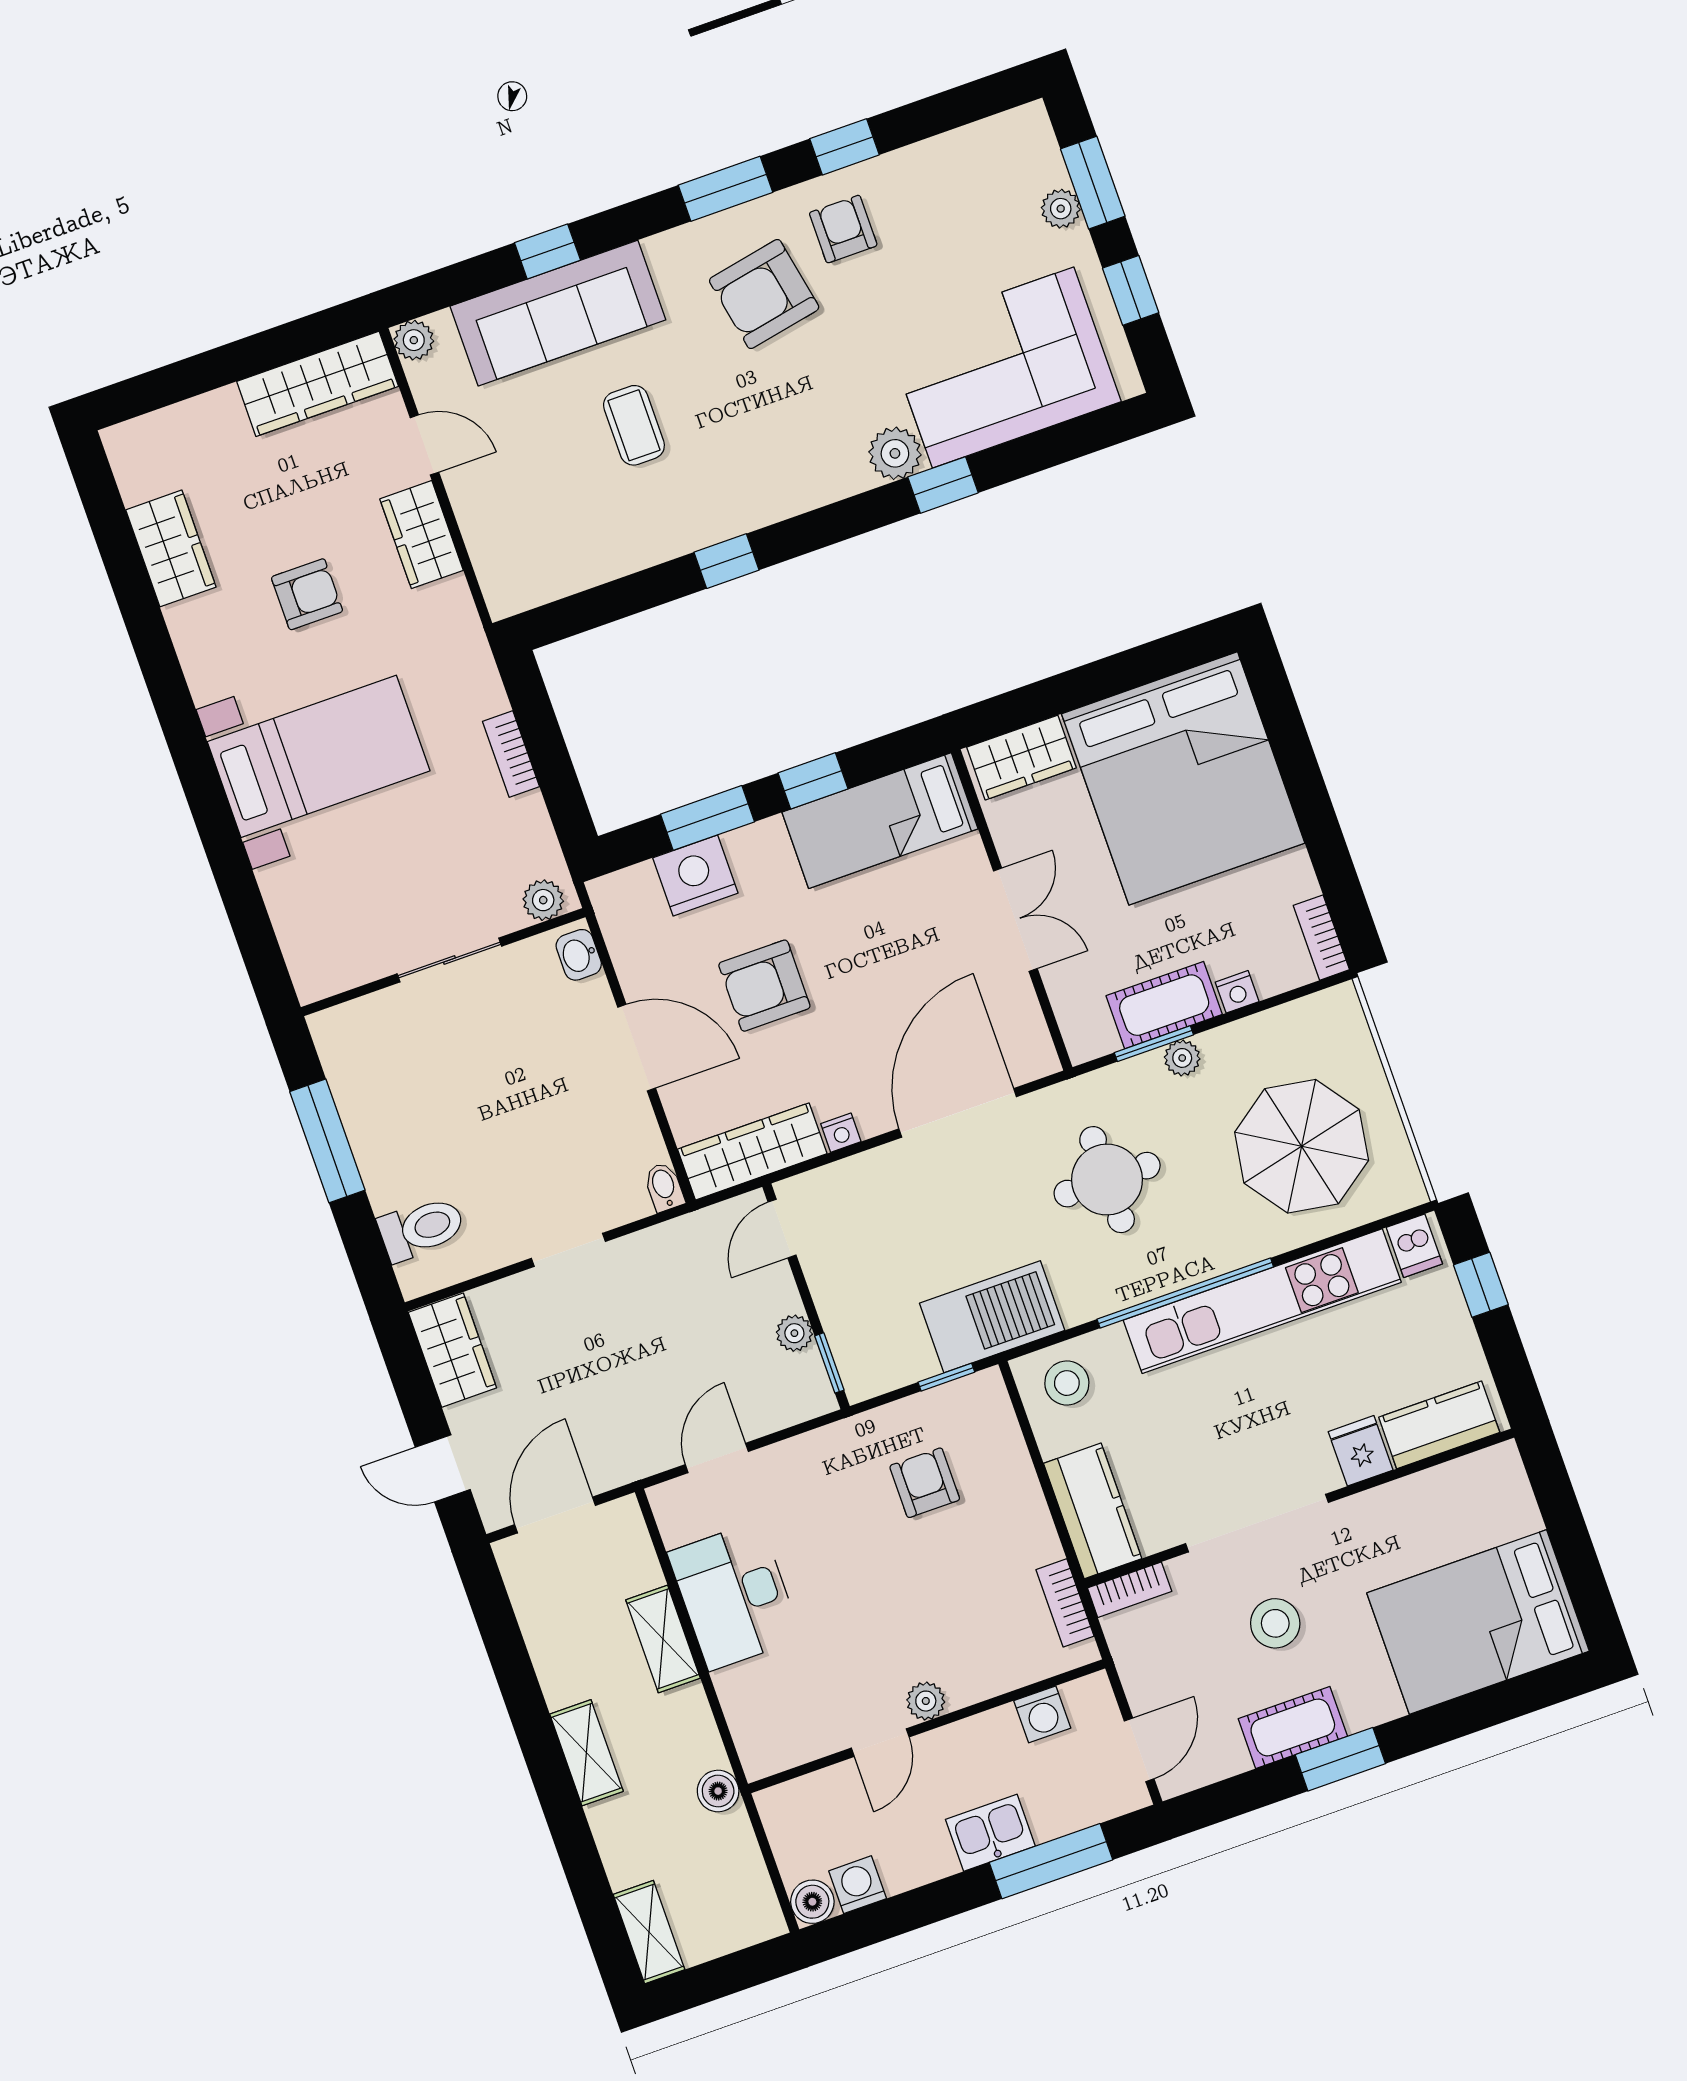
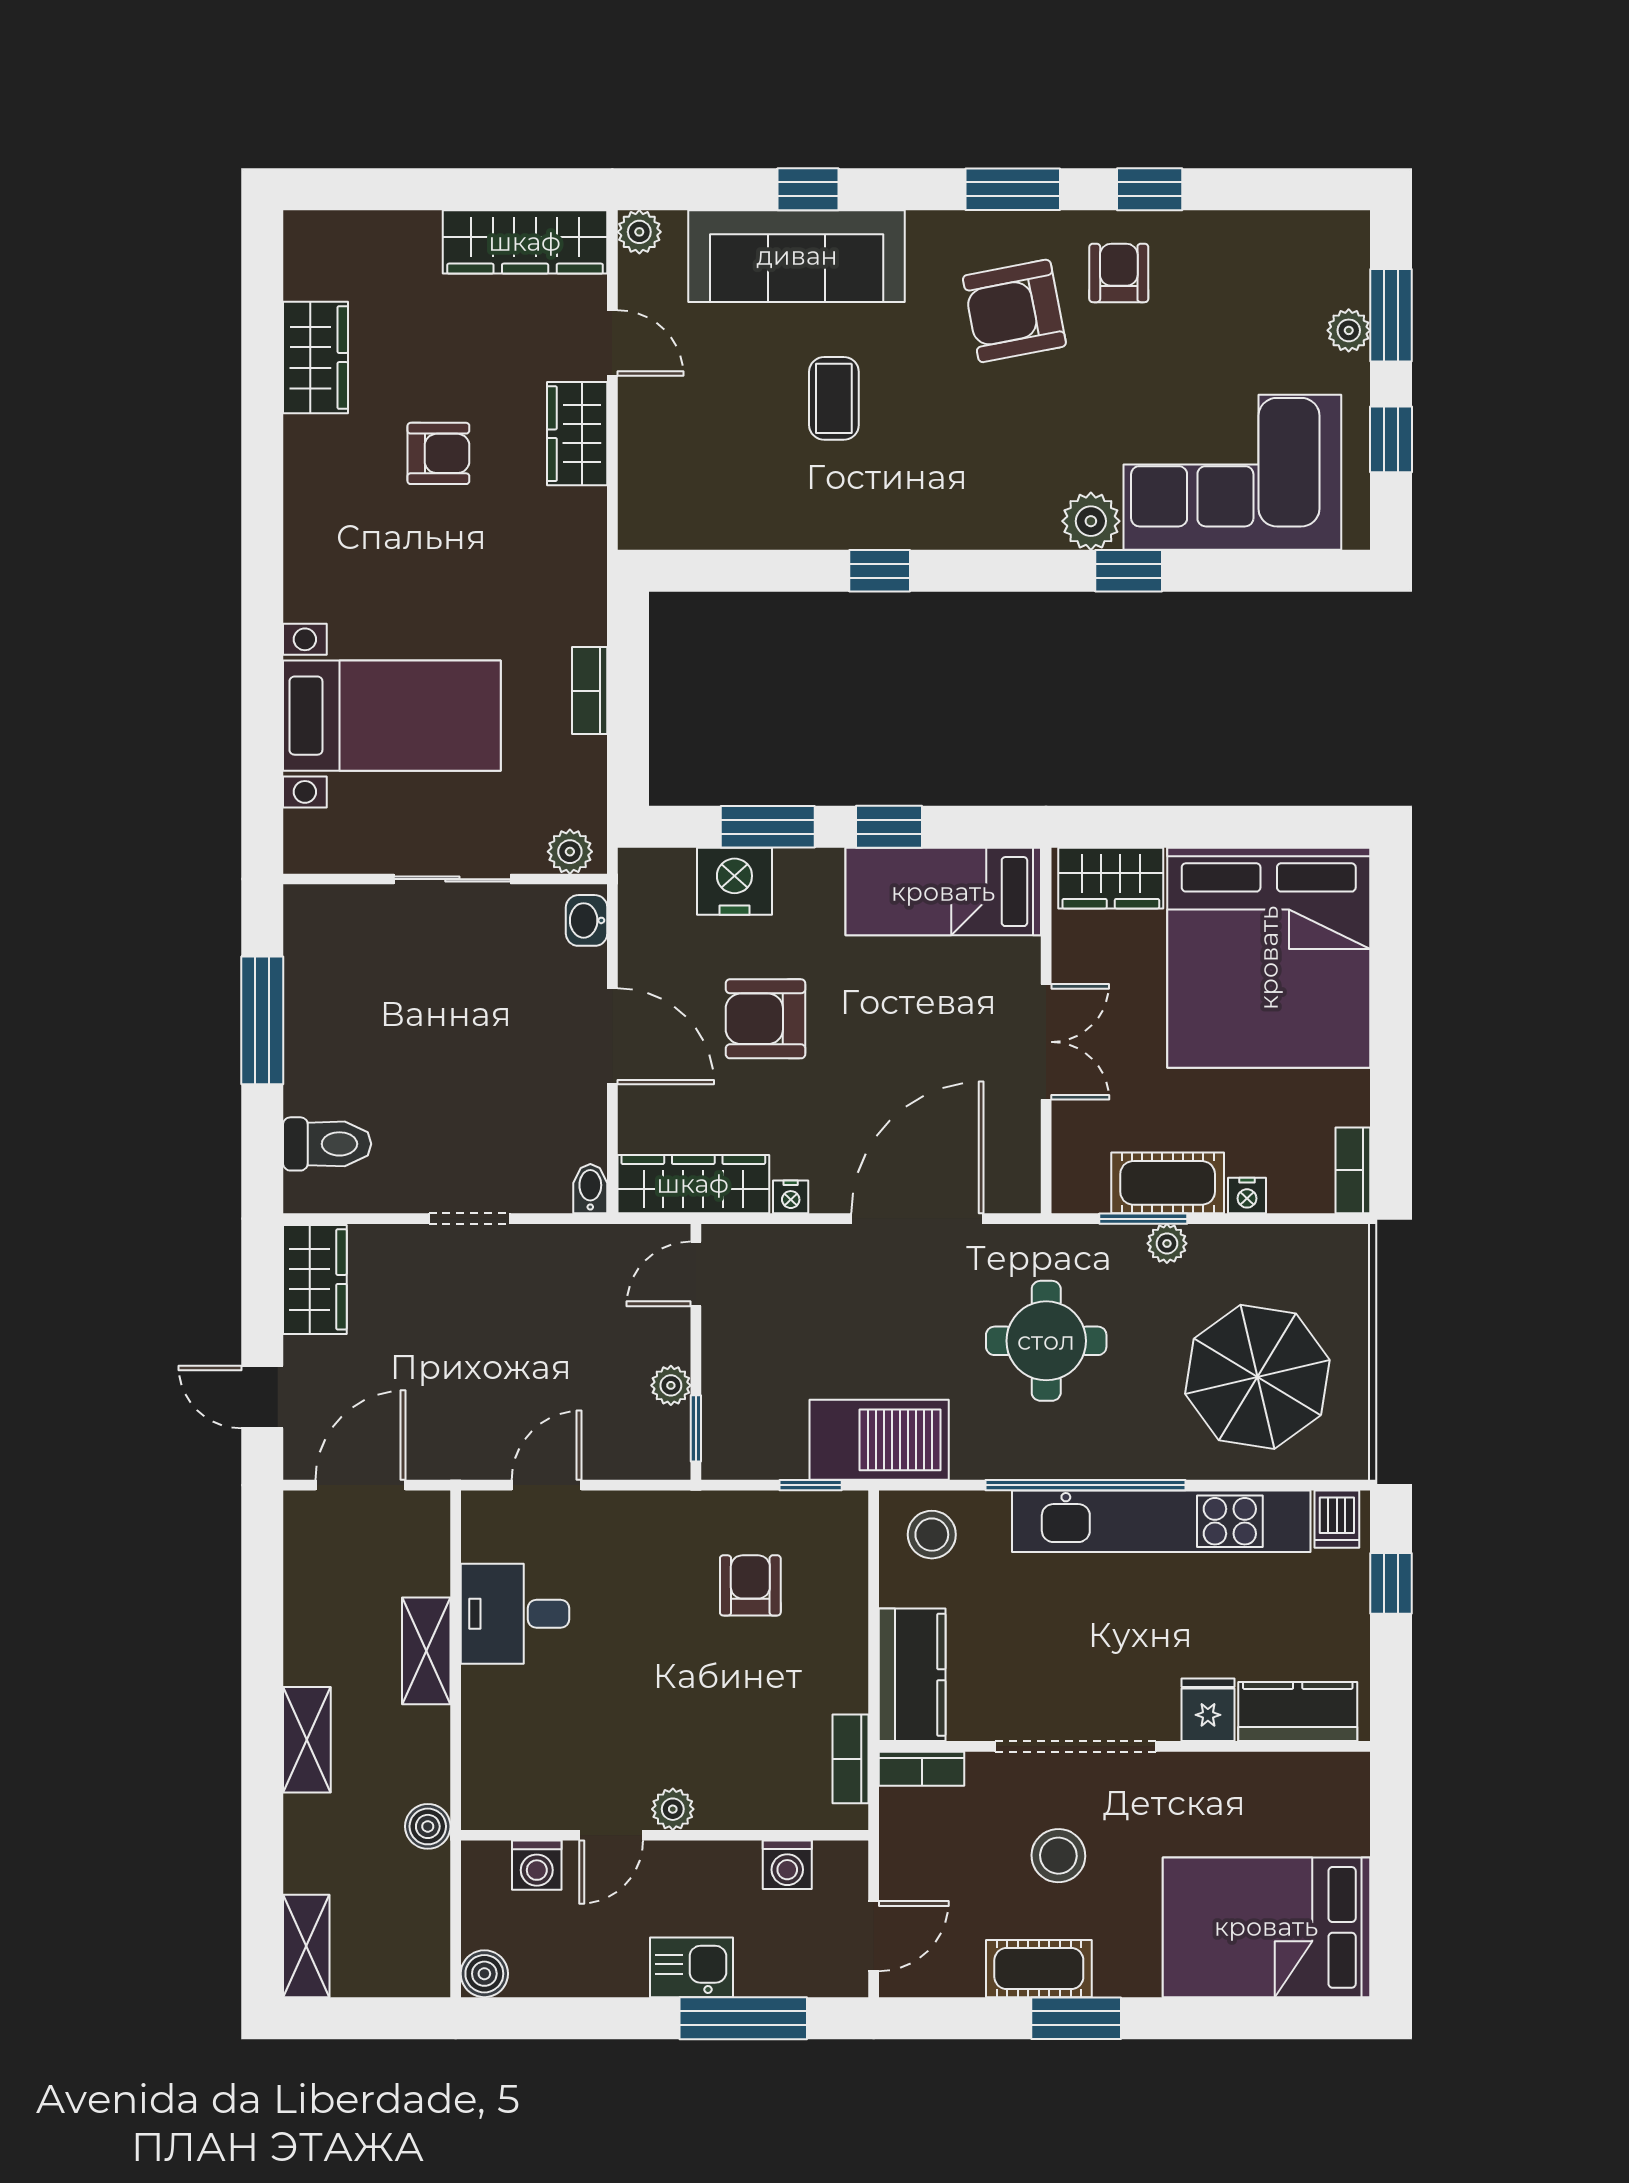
bed with nightstands: (319, 756) -> (392, 716), moved
desk: (734, 1596) -> (515, 1614), width x0.73
washing machine: (858, 1885) -> (537, 1865), moved, turned 180

